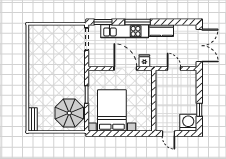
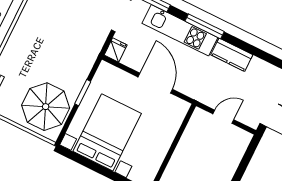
fridge: (144, 61) -> (116, 50), moved
door: (174, 69) -> (223, 117), hinge flipped

